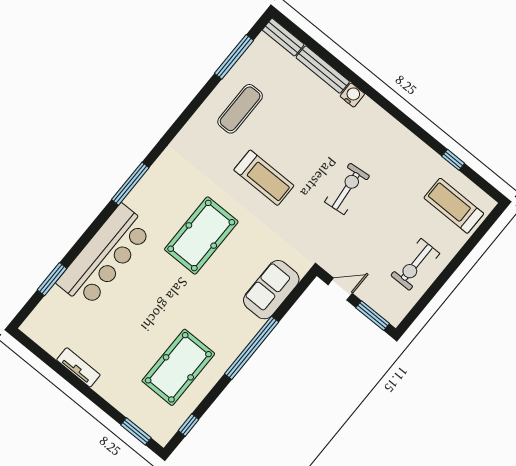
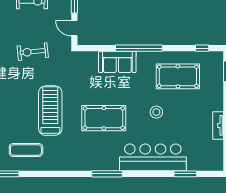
treadmill: (264, 178) -> (50, 111), width x1.37, depth x1.38
exercise bike: (347, 189) -> (33, 52), moved
sofa: (271, 290) -> (117, 62), moved
stool: (156, 305) -> (156, 112), added

